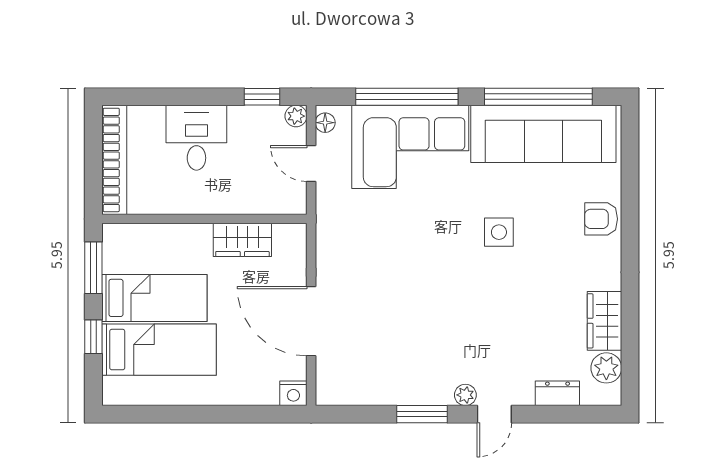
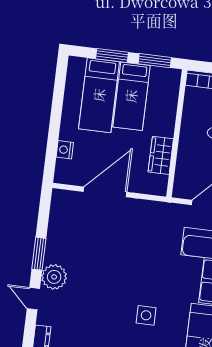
window: (93, 337) -> (112, 55), width x1.50
nightstand: (293, 393) -> (65, 150), moved
plant: (465, 395) -> (54, 277), width x1.87, depth x1.87

